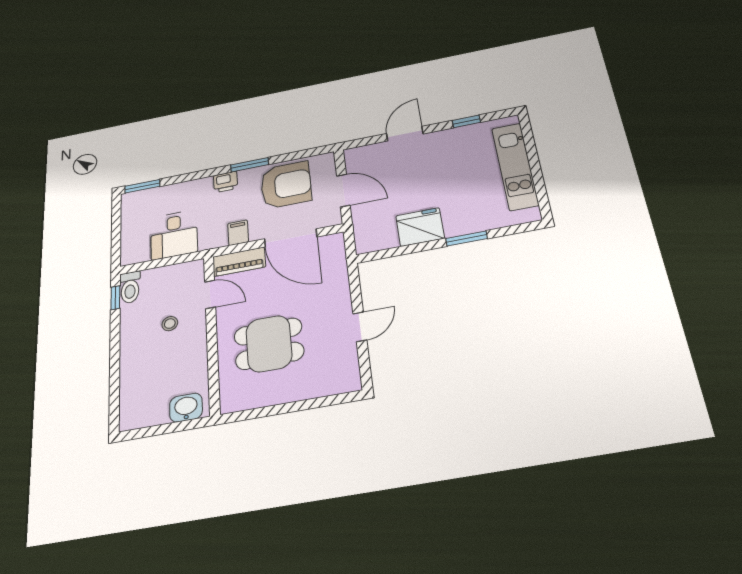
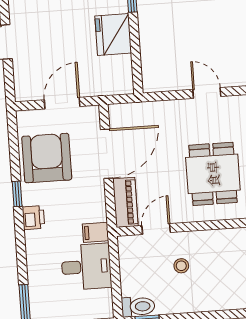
window: (250, 165) -> (17, 194), width x0.67
filing cabinet: (238, 233) -> (95, 232), moved

